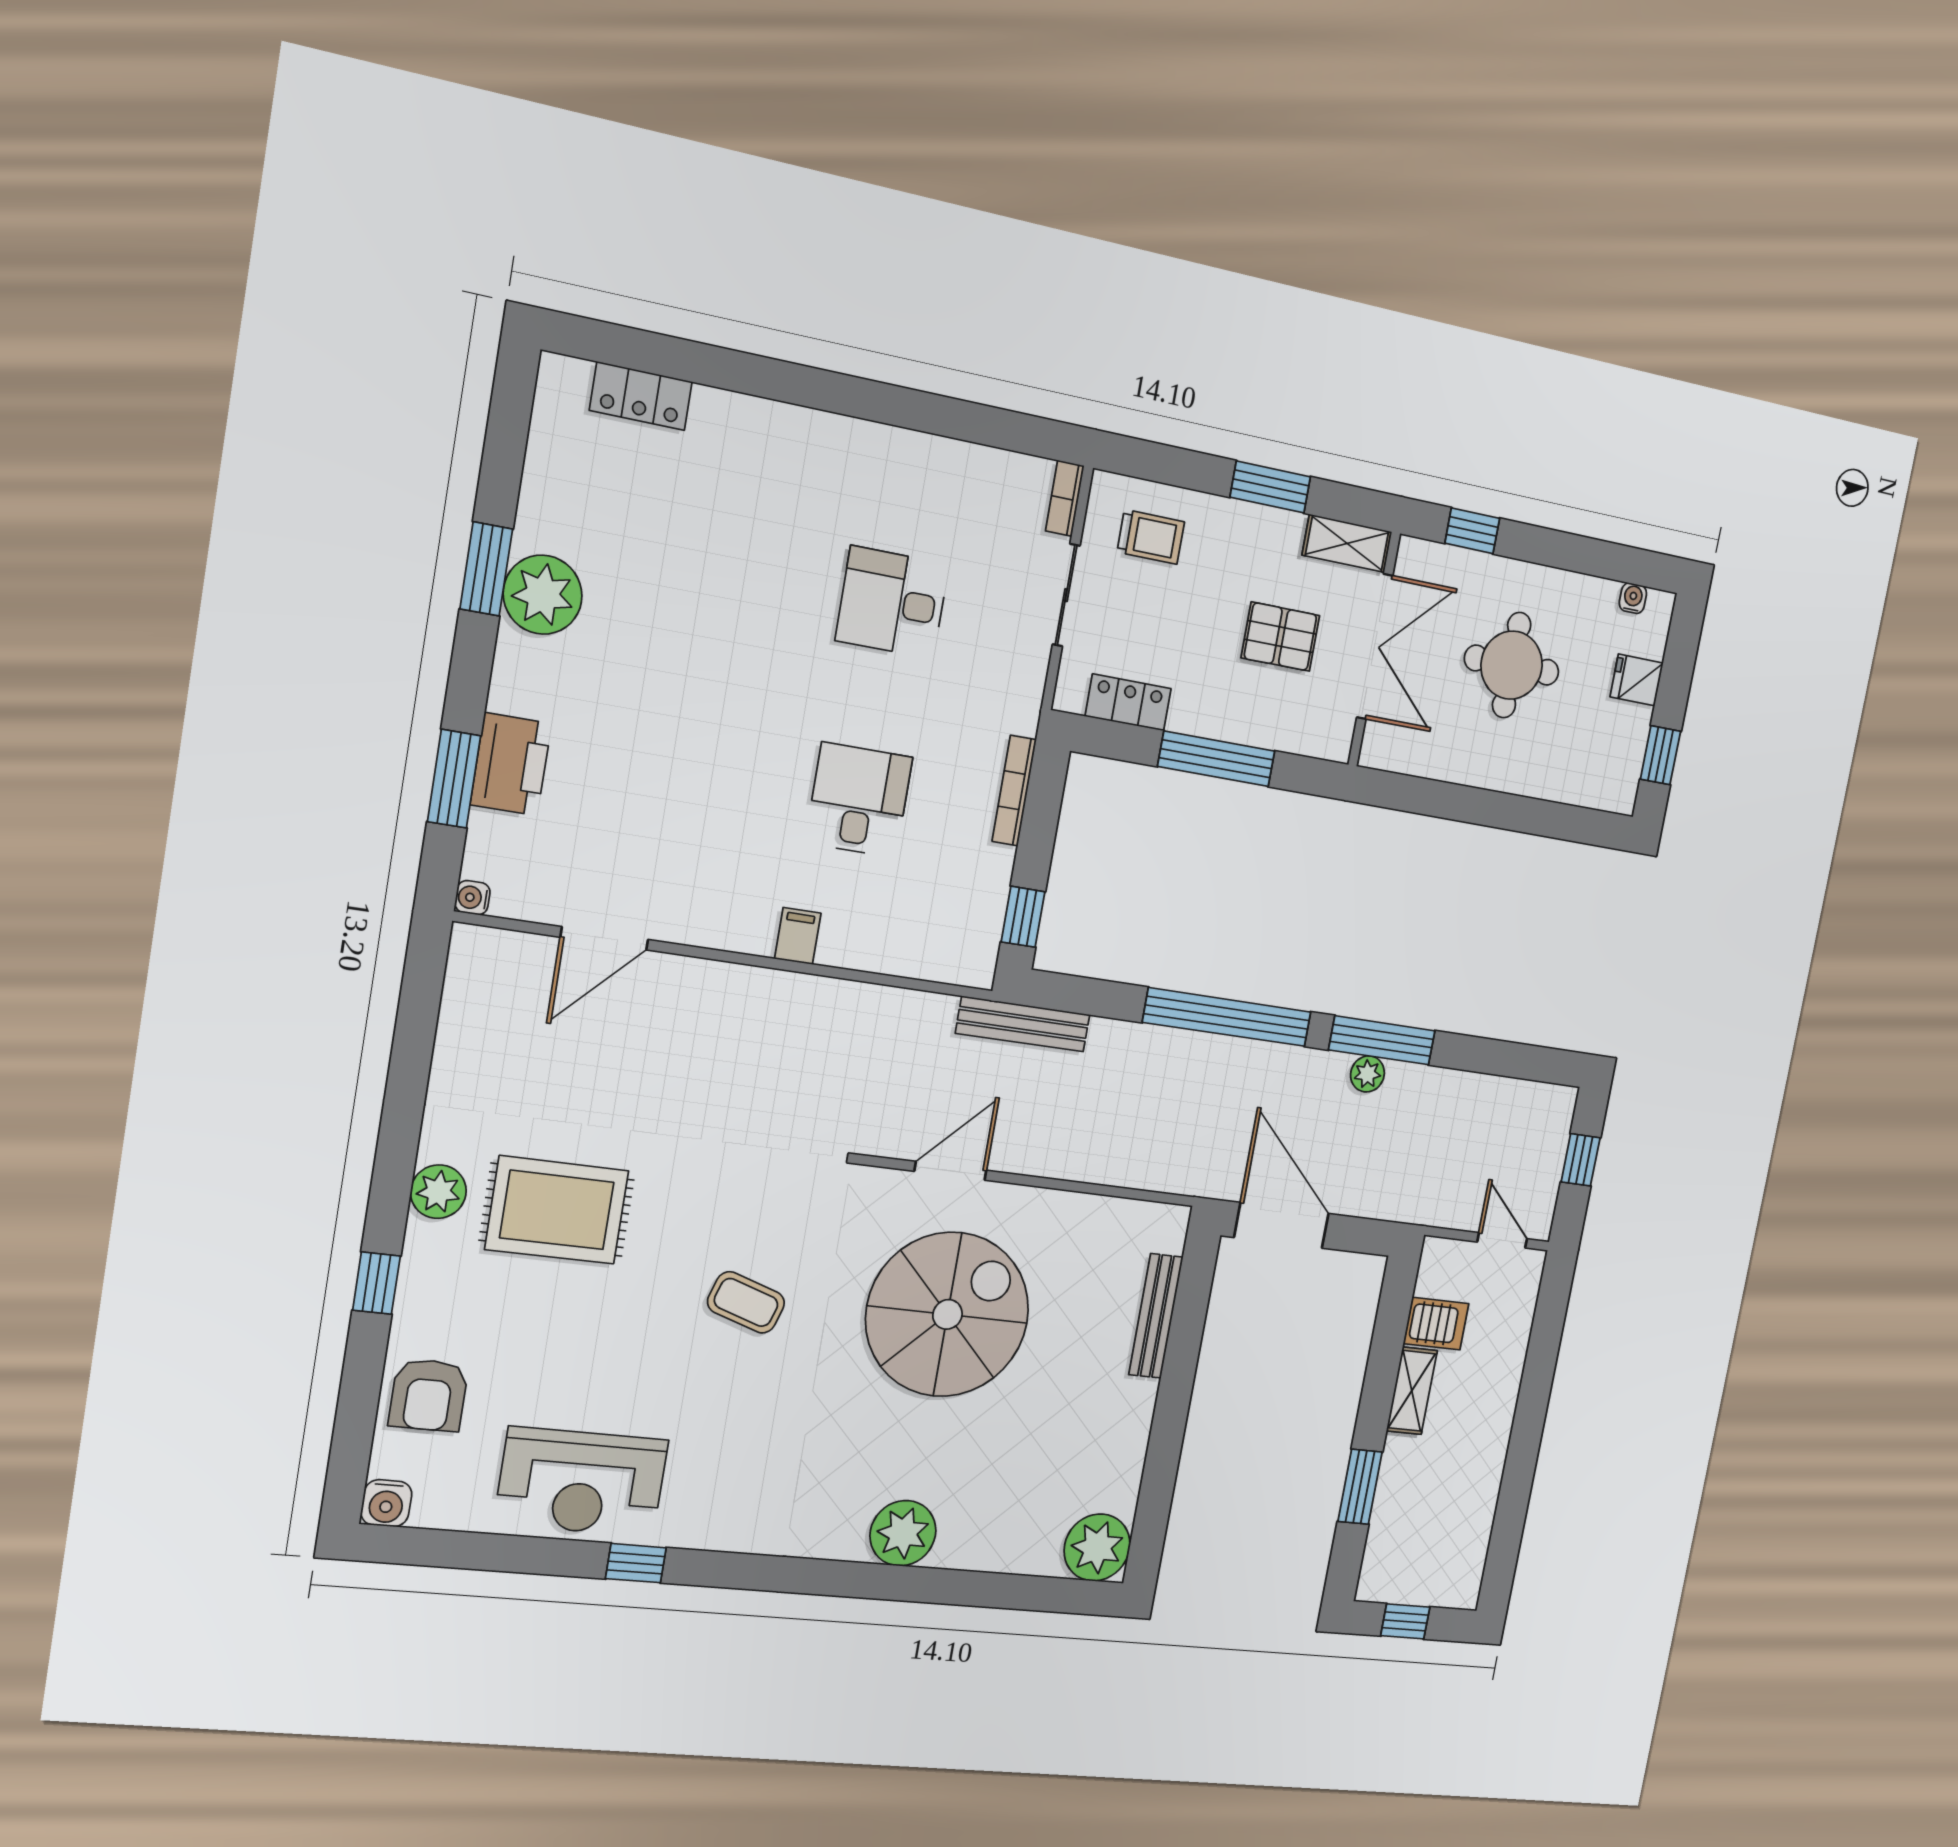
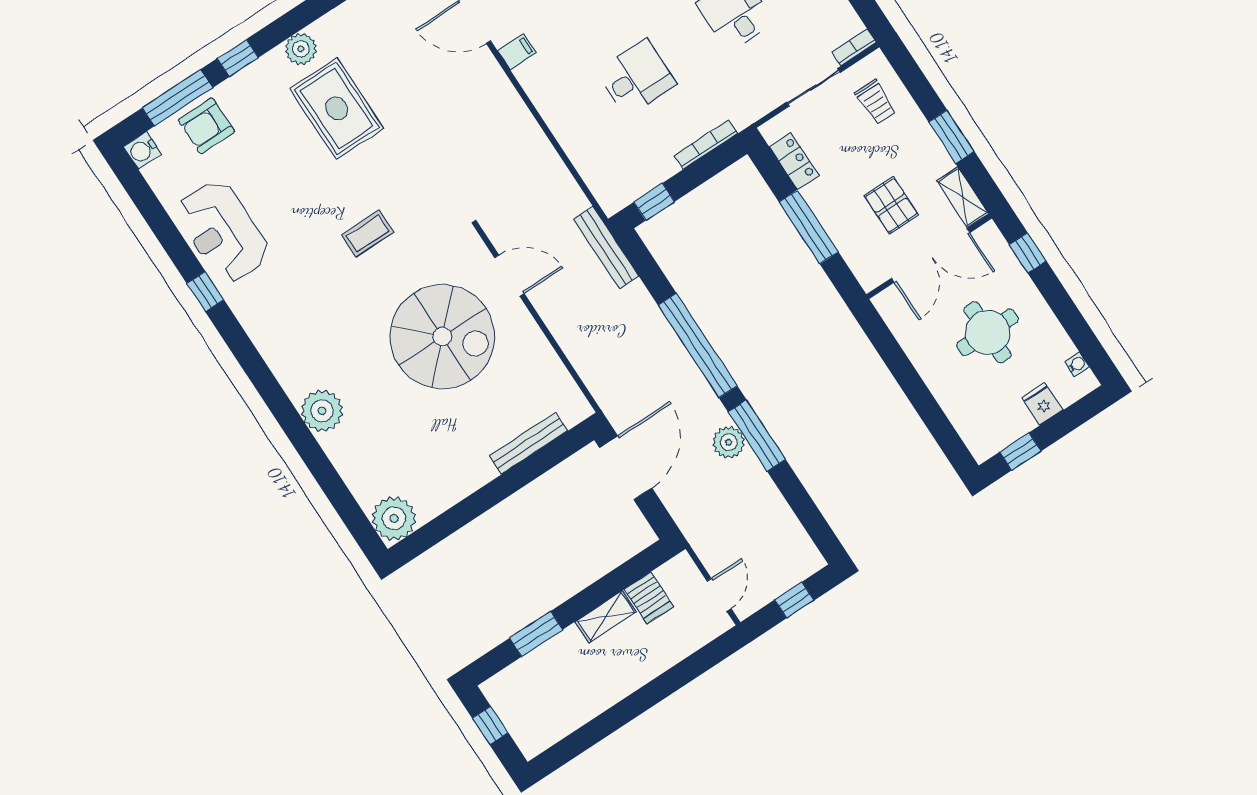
filing cabinet: (798, 936) -> (517, 52), moved
plant: (1368, 1074) -> (729, 442), width x1.38, depth x1.38
coffee table: (746, 1302) -> (368, 234), turned 72
window: (358, 1403) -> (177, 98), added

